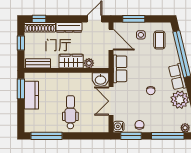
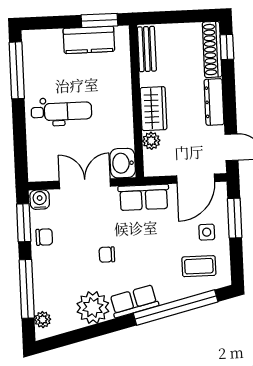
window: (21, 43) -> (182, 17), removed

